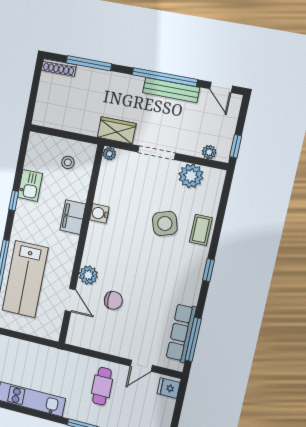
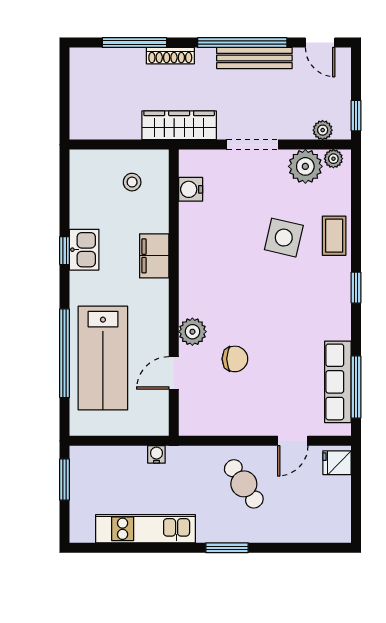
shoe rack: (59, 67) -> (170, 56), moved
wardrobe: (117, 130) -> (179, 125), width x1.50
plant: (109, 154) -> (333, 159), moved
kitchen sink: (30, 186) -> (84, 250), moved
water cooler: (99, 213) -> (191, 189), moved
side table: (165, 224) -> (284, 238), turned 31
door: (70, 300) -> (174, 373), swing flipped
water cooler: (48, 352) -> (156, 454), added
cafe table: (102, 386) -> (244, 484), turned -34

